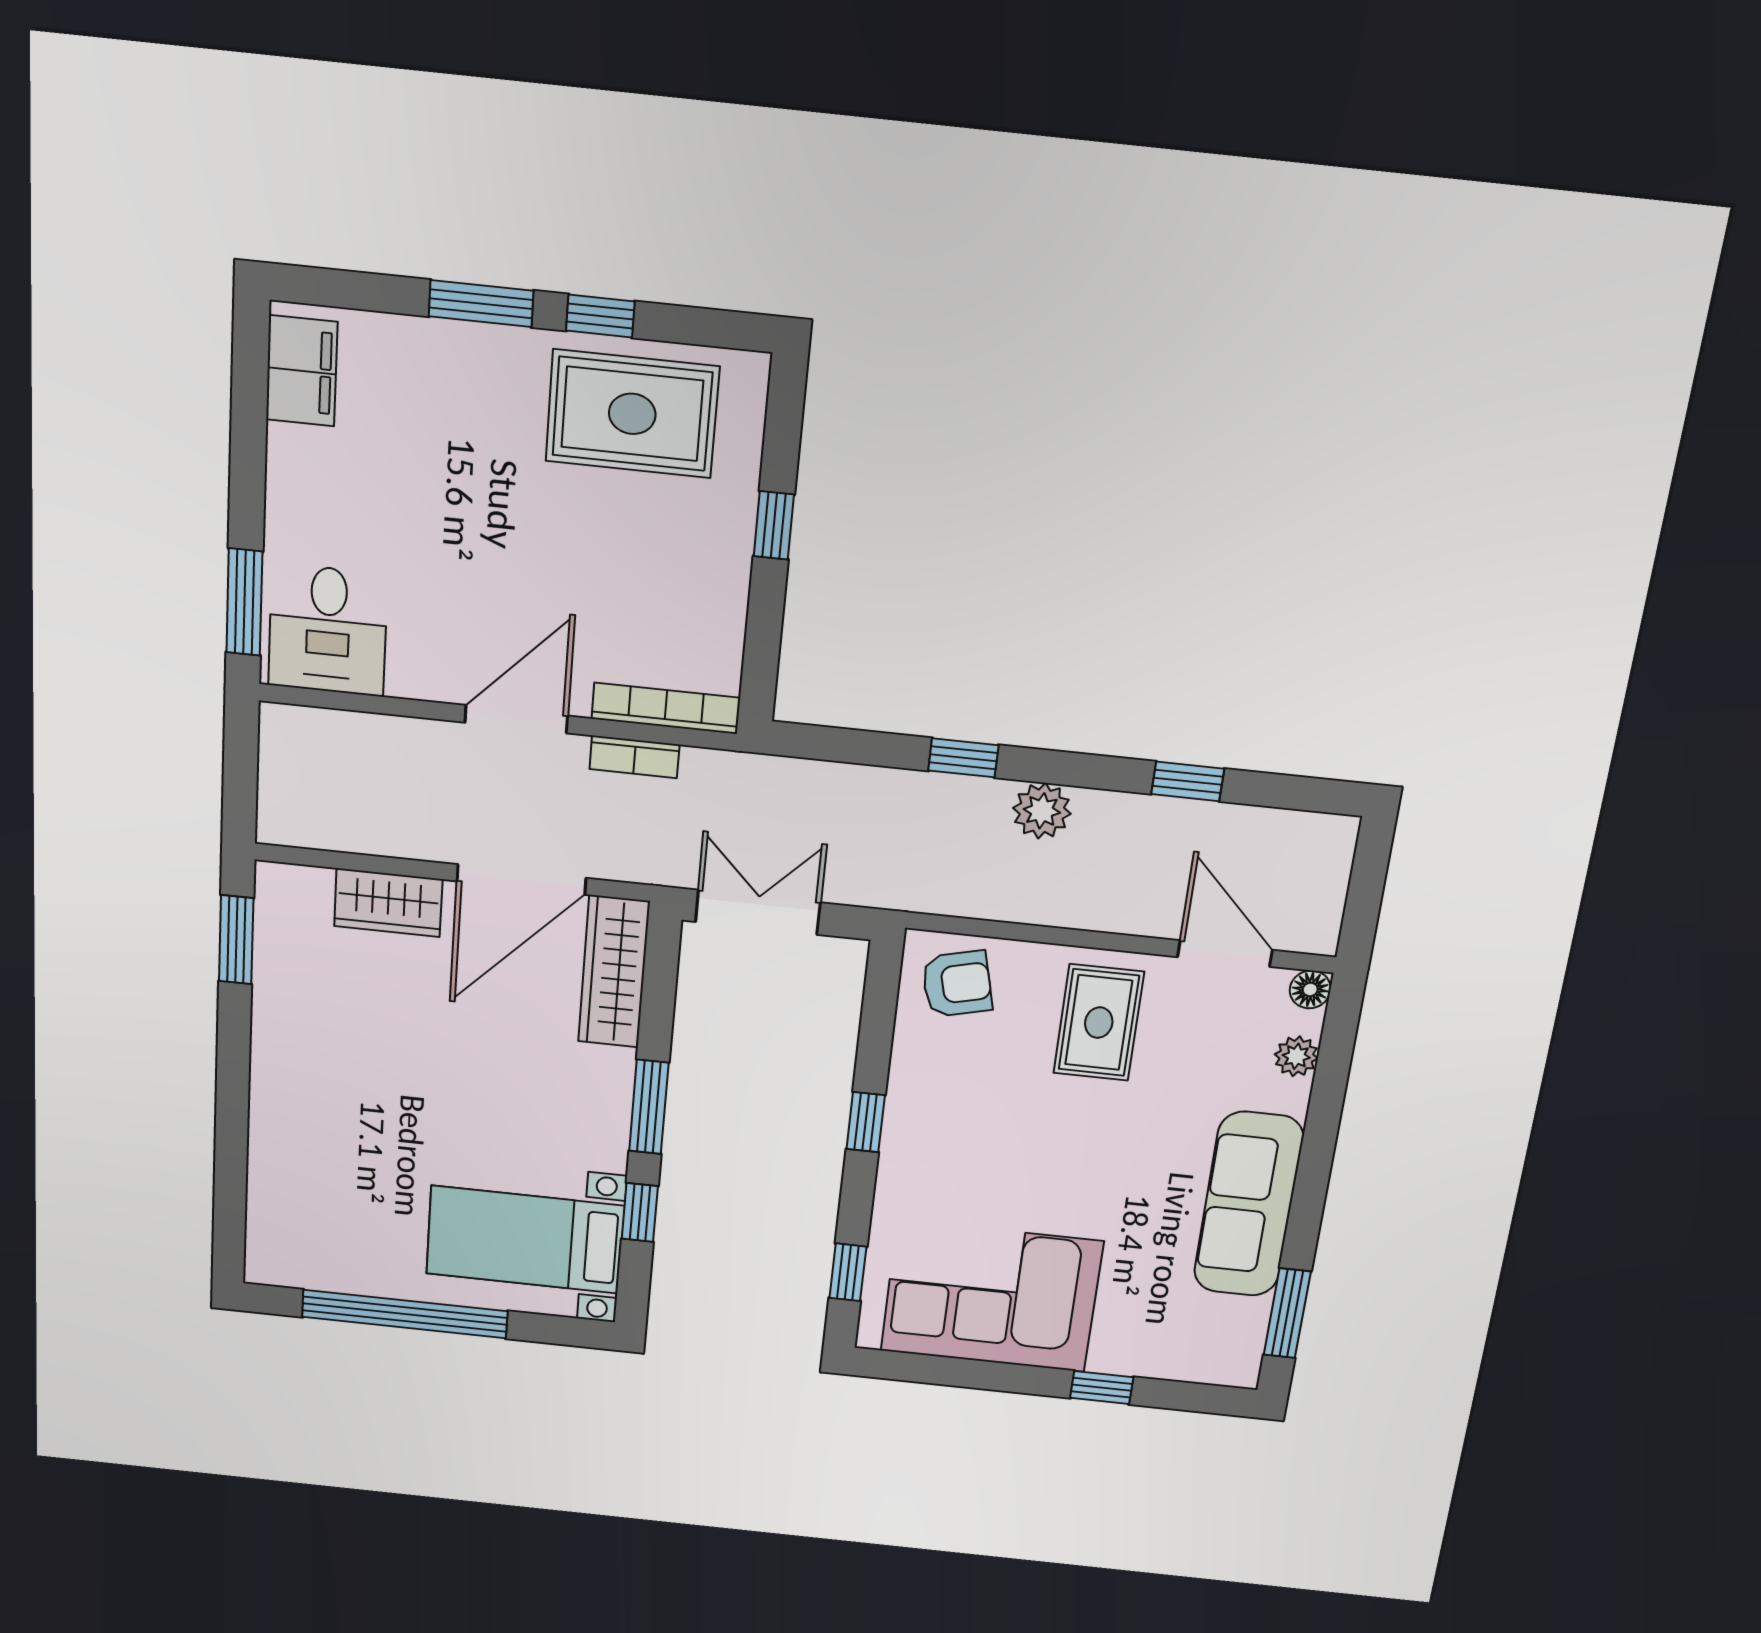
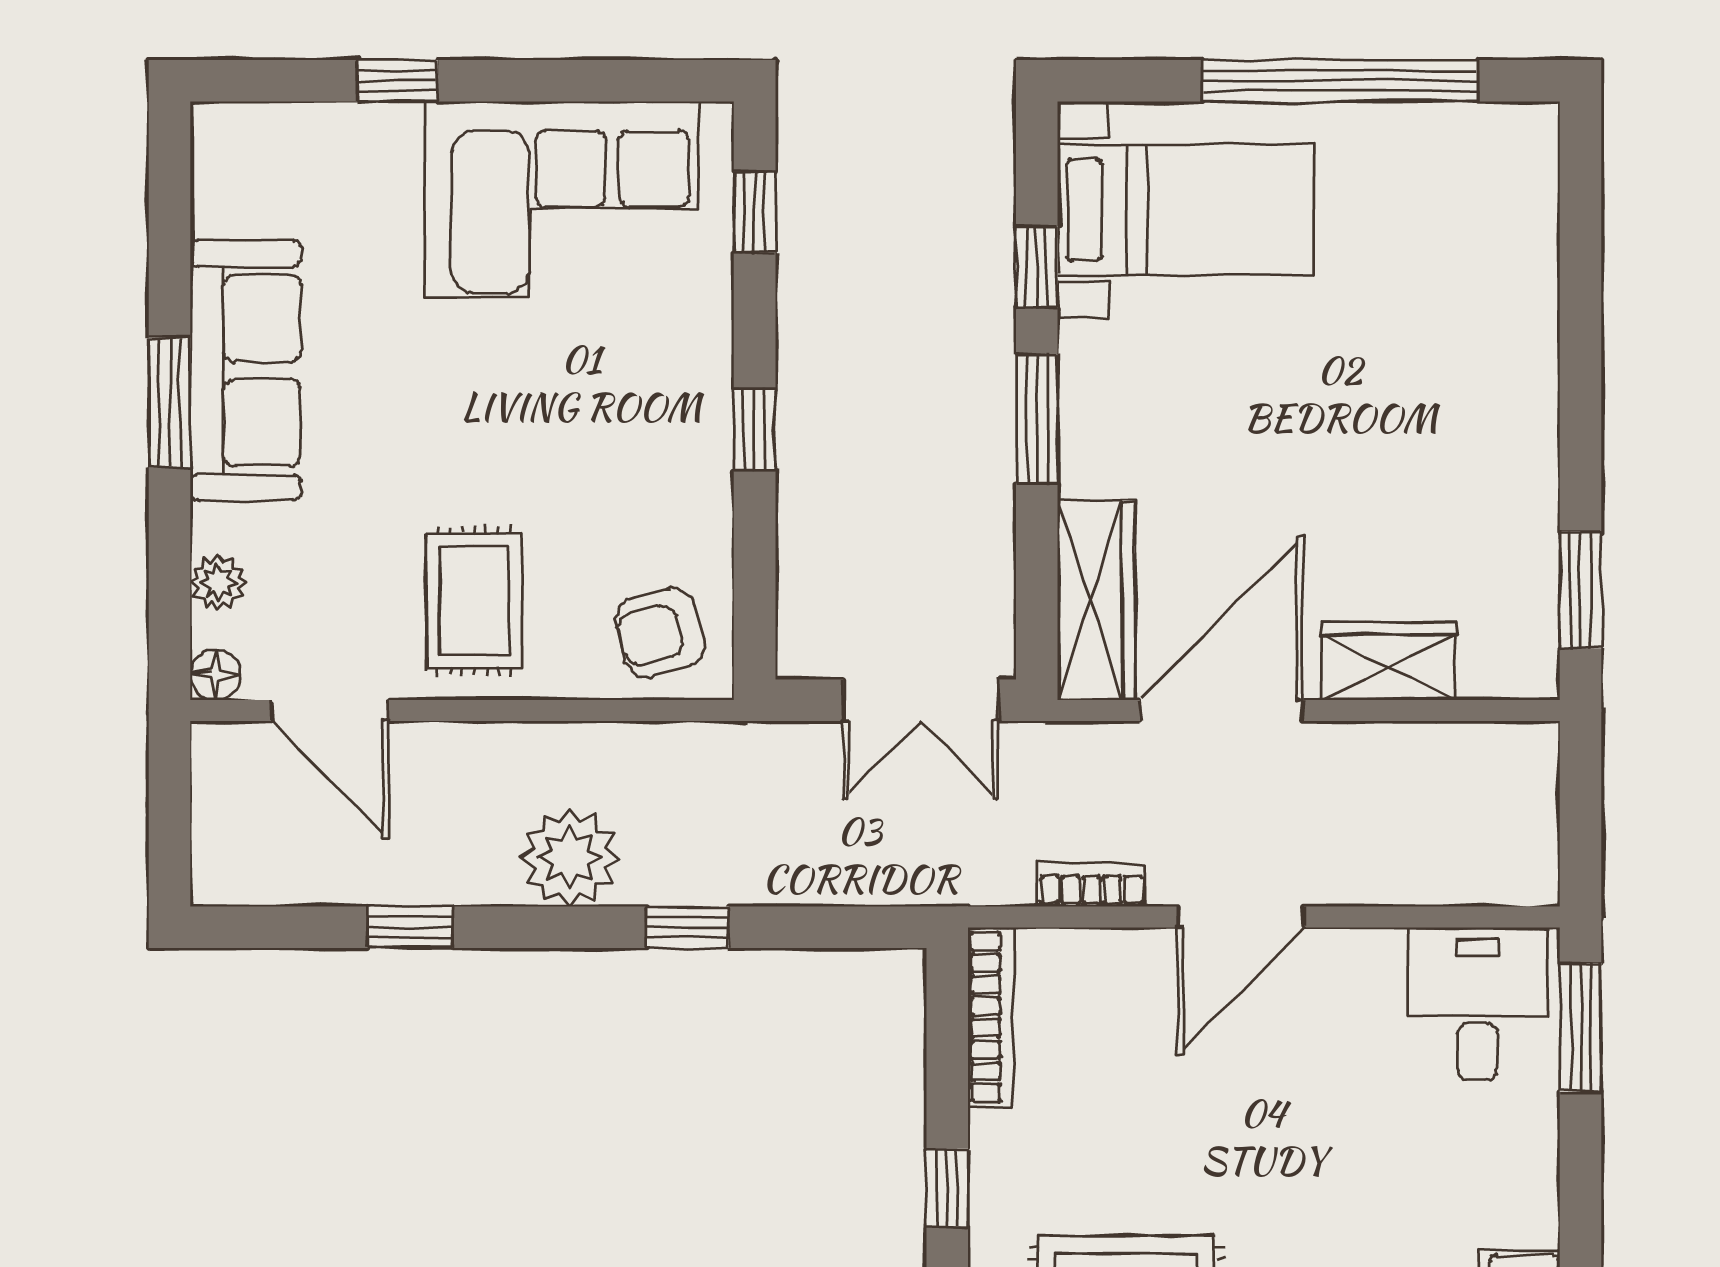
bookcase: (666, 708) -> (991, 1017), moved, turned -90
plant: (1042, 811) -> (570, 858), width x1.36, depth x1.36
window: (1287, 1313) -> (170, 403), moved

